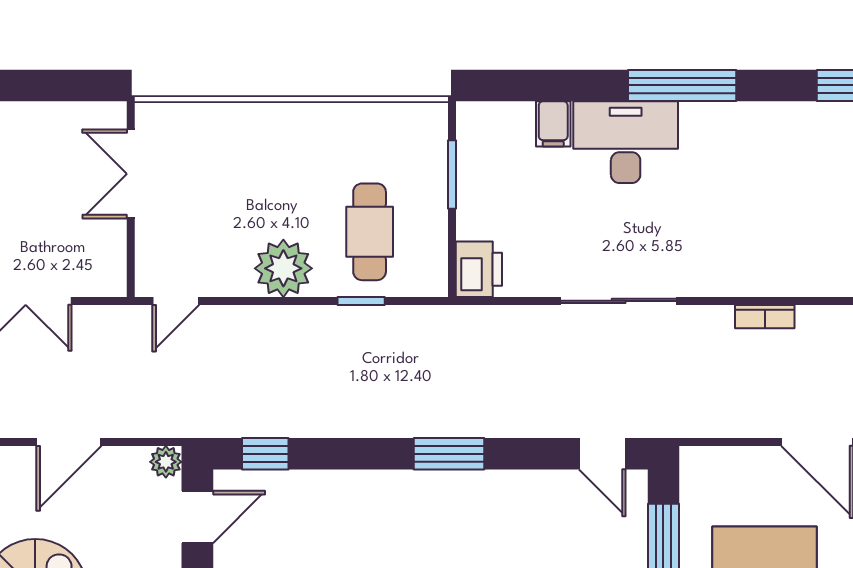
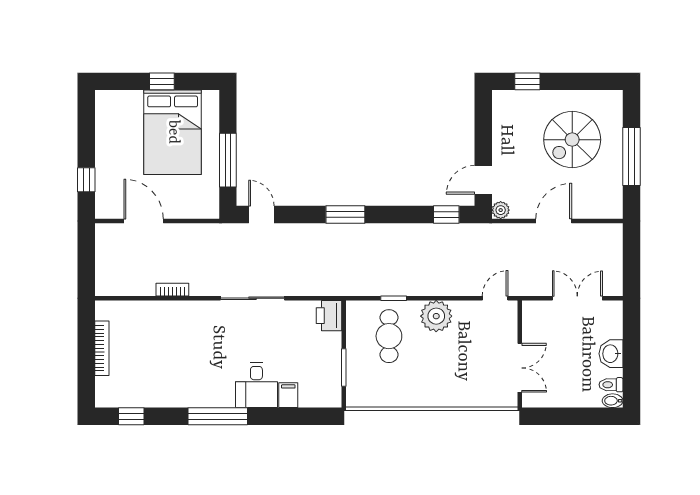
desk: (626, 142) -> (256, 385), width x0.73

